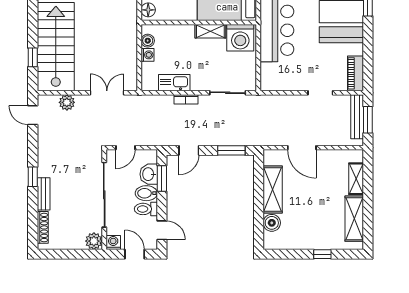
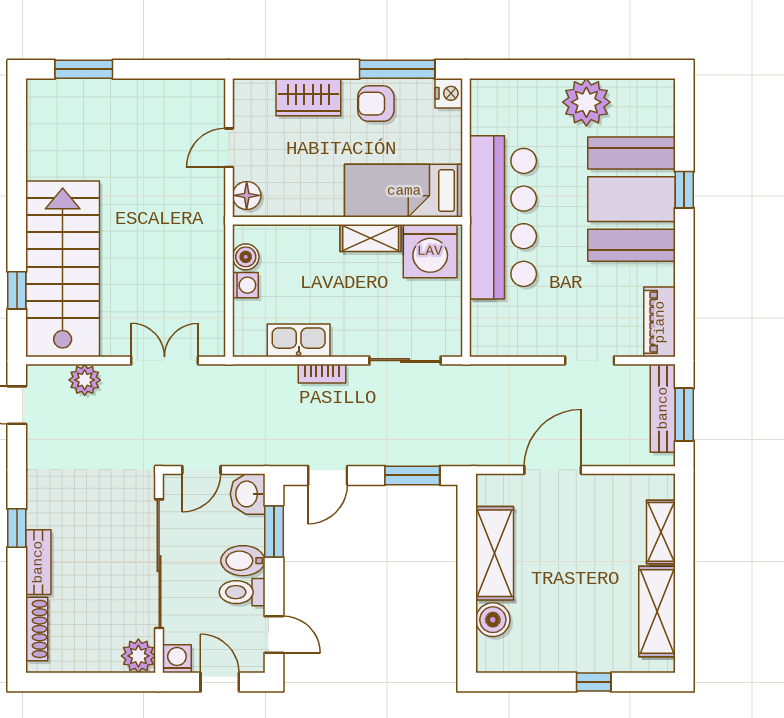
door: (302, 148) -> (553, 470), swing flipped
washbasin: (149, 174) -> (248, 494), moved

